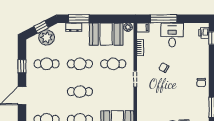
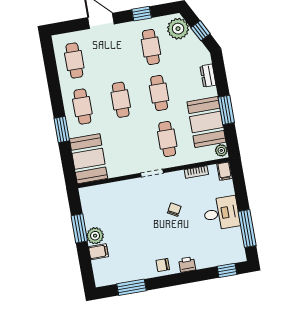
window: (79, 19) -> (226, 110), moved
window: (164, 19) -> (247, 229), moved
printer: (204, 33) -> (187, 264), moved
plant: (47, 38) -> (178, 29), moved

